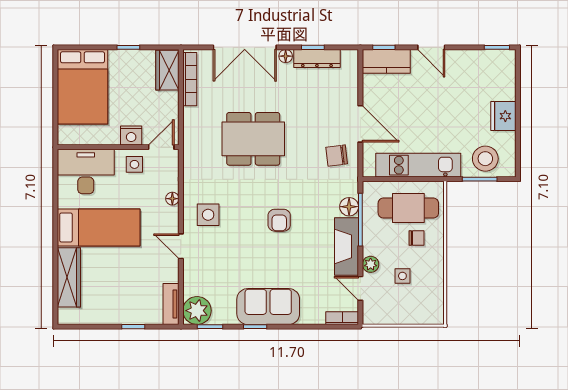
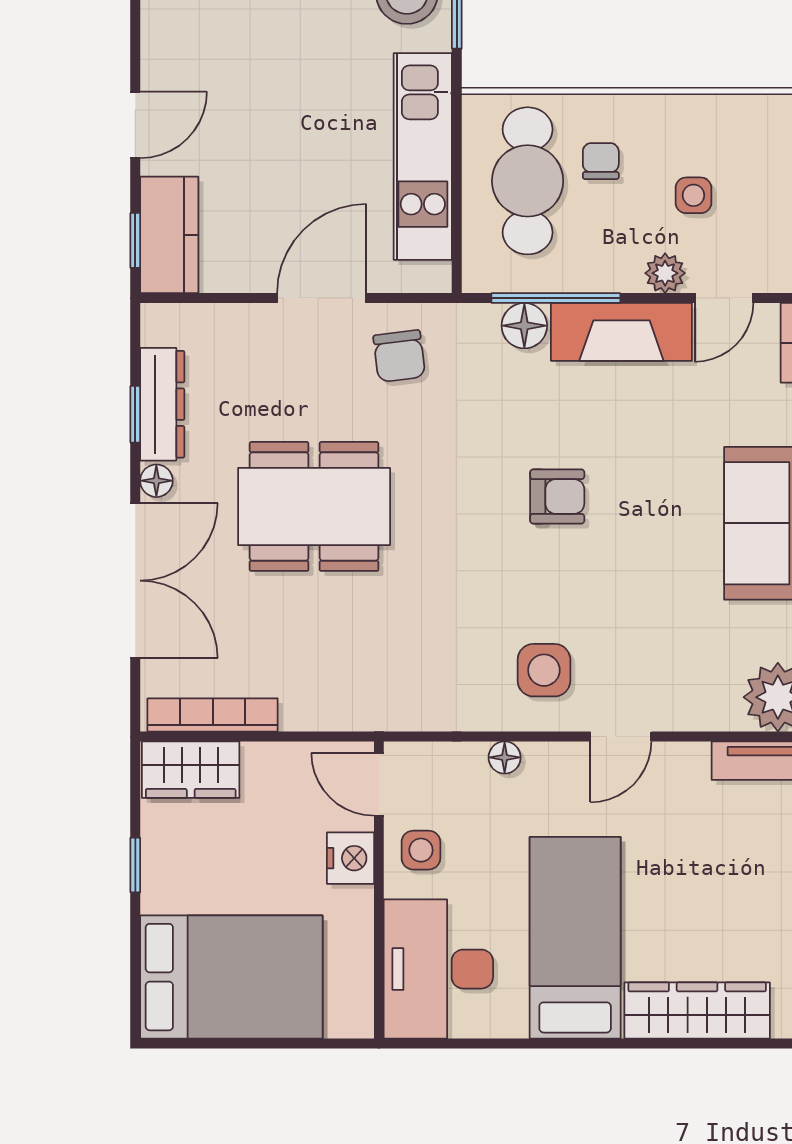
dining table: (253, 139) -> (314, 506), moved, turned 90

